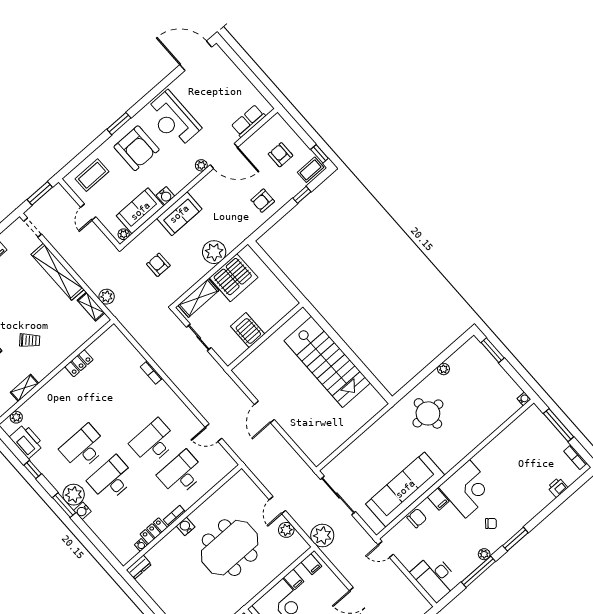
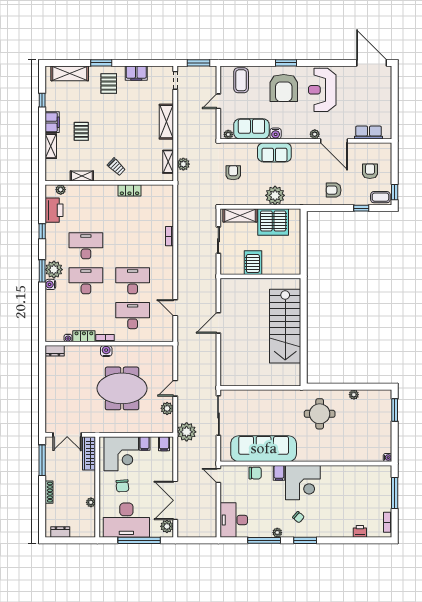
coffee table: (92, 175) -> (241, 80), turned 90
shelving: (58, 272) -> (166, 122), width x0.68
trolley: (30, 340) -> (116, 167), moved

